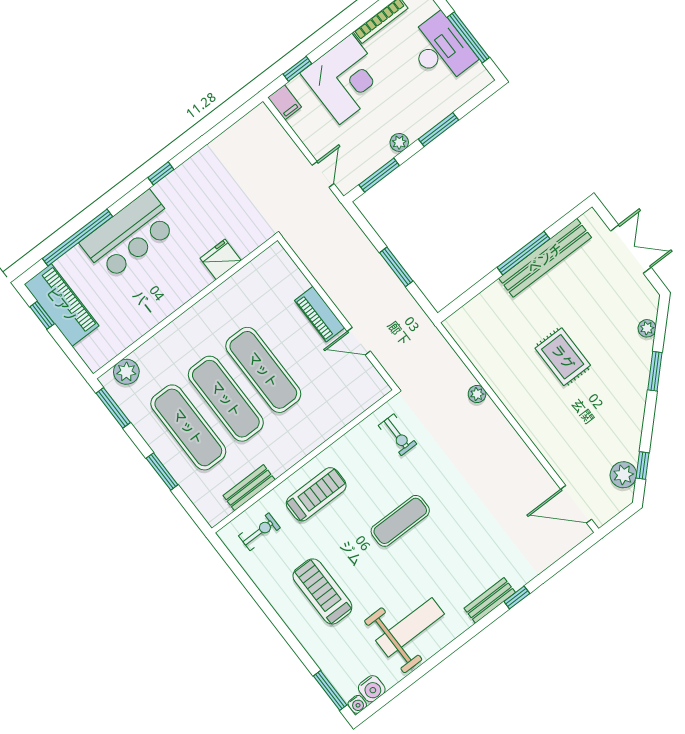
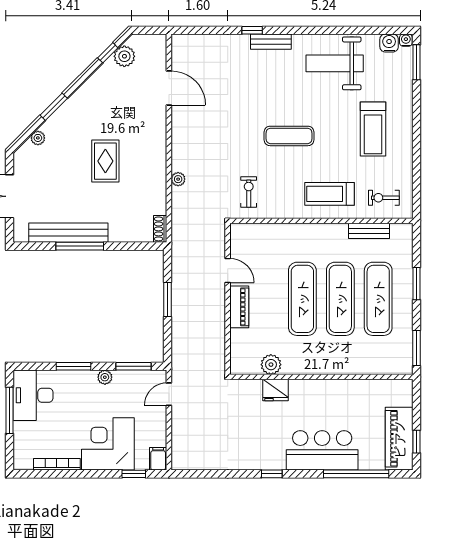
desk: (441, 49) -> (33, 395), moved
shoe rack: (457, 331) -> (160, 229), added
plant: (126, 372) -> (271, 365), moved
door: (576, 504) -> (169, 88), moved

